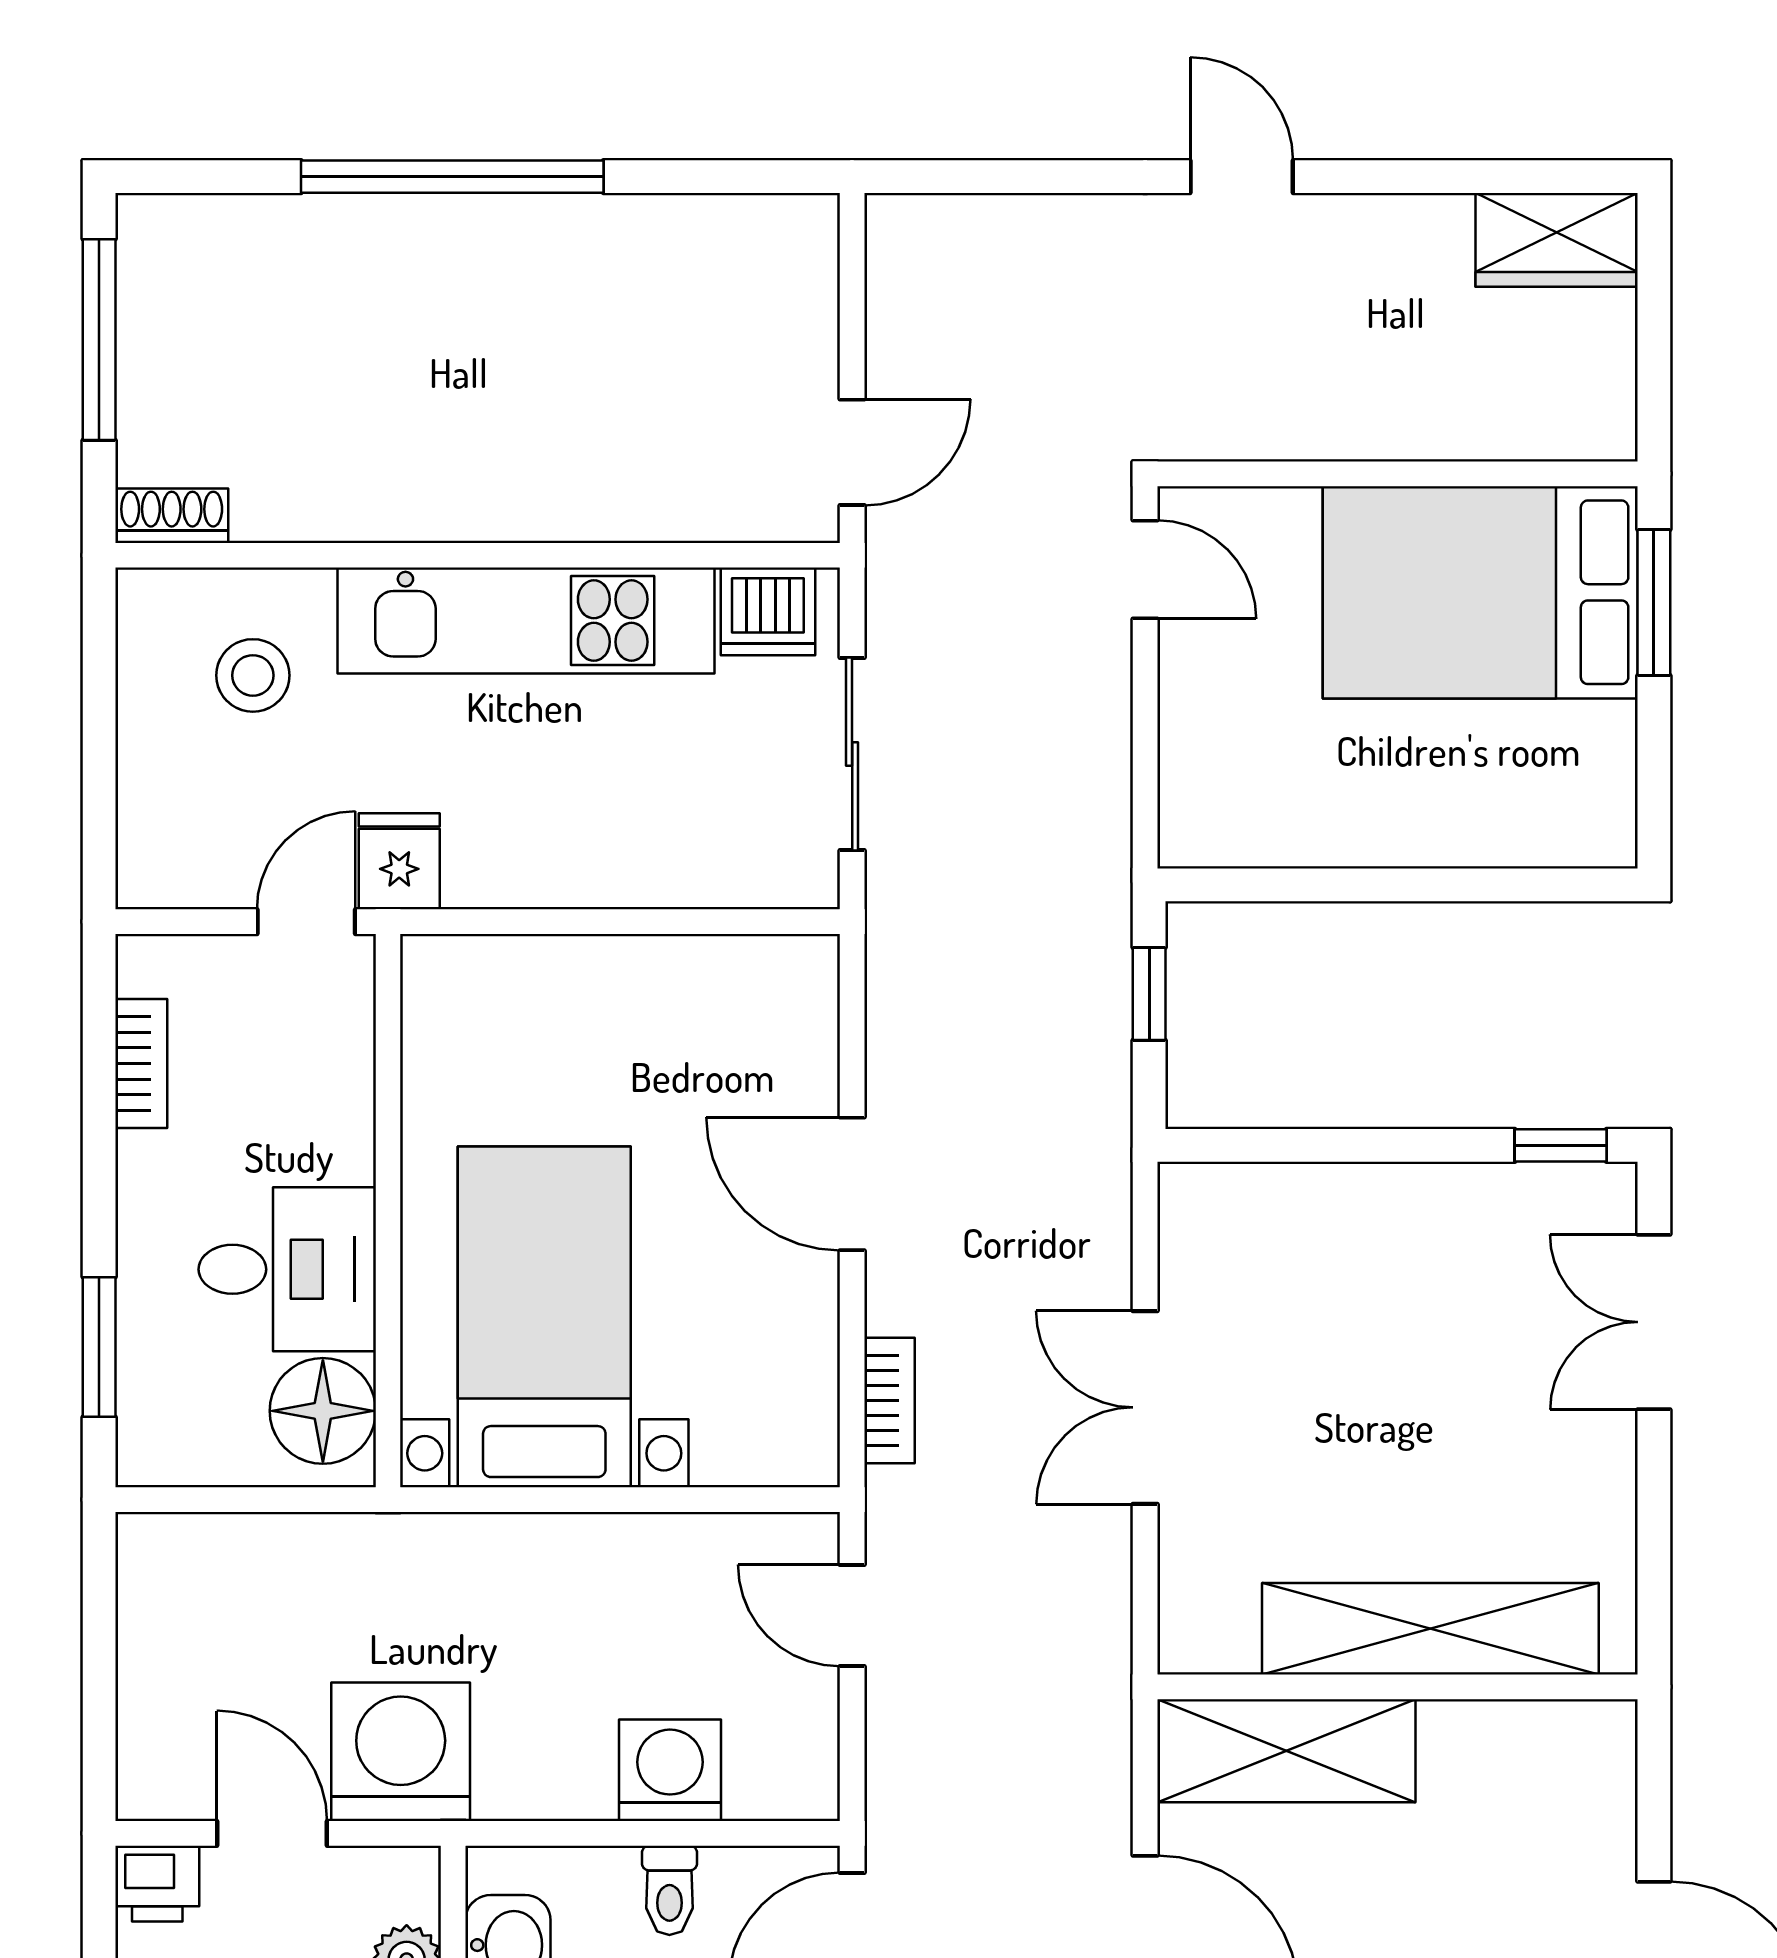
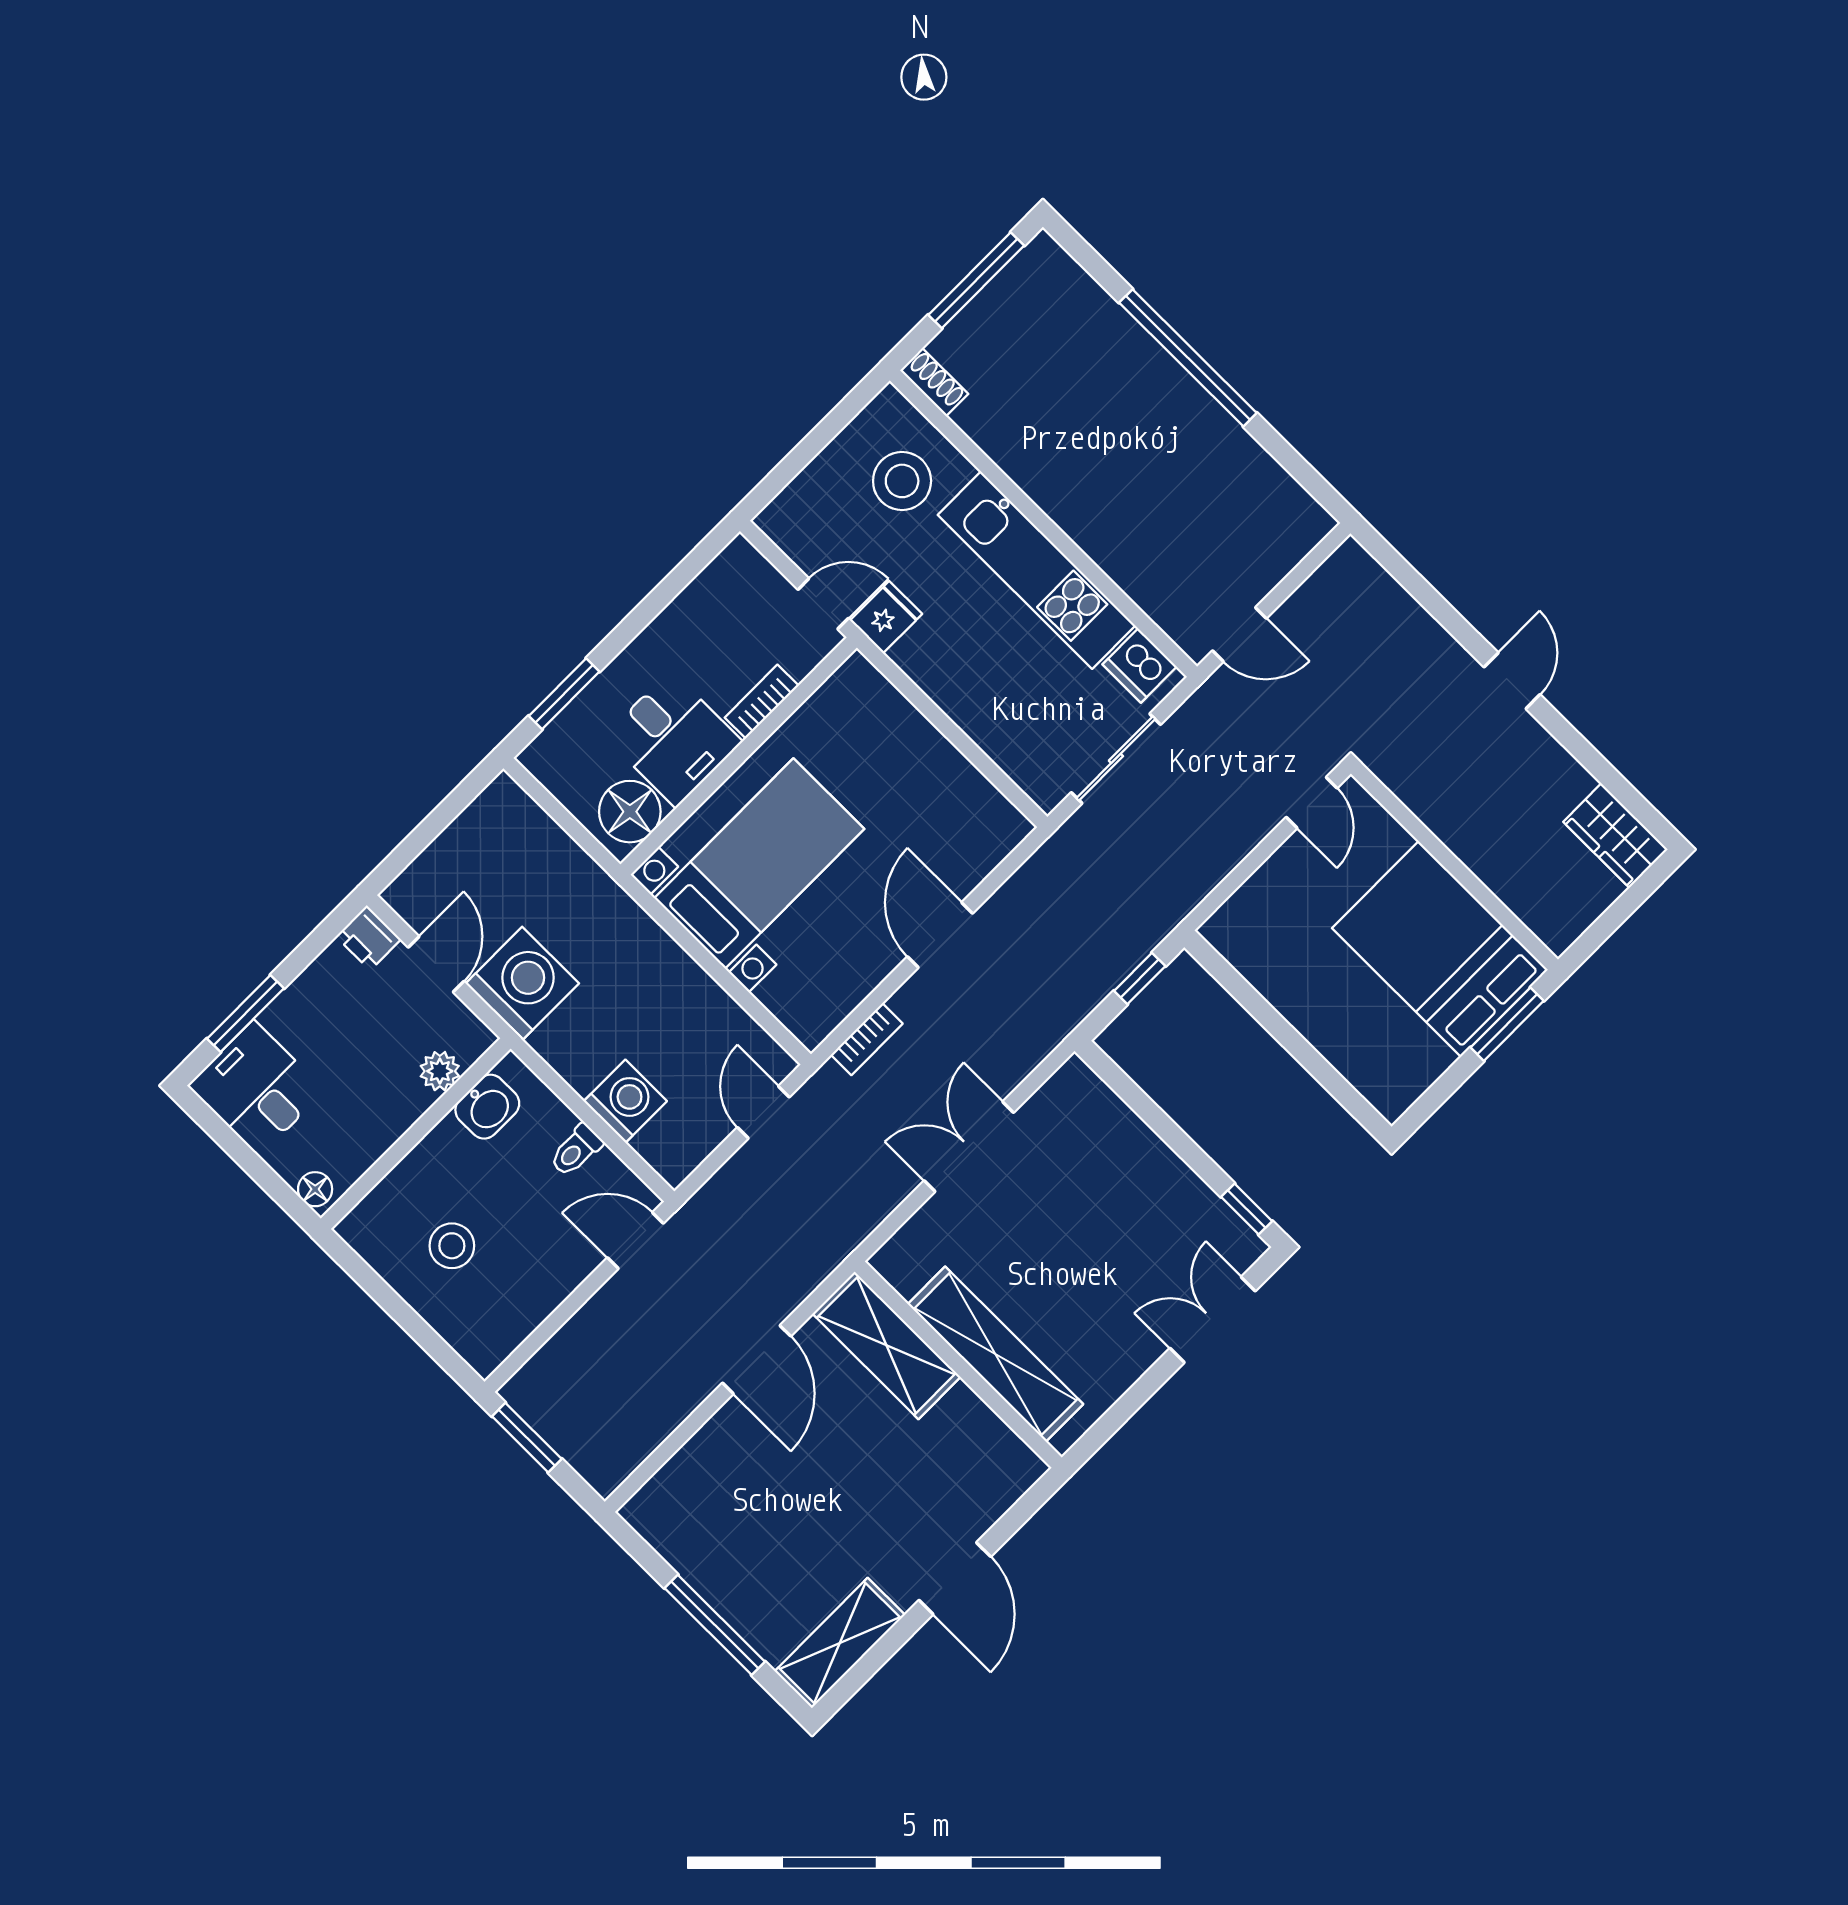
stool: (253, 675) -> (902, 481), width x1.38, depth x1.38
bookcase: (141, 1063) -> (762, 702), moved, turned 180

